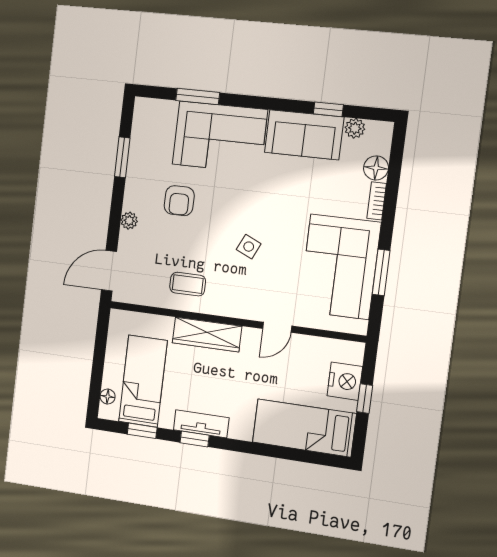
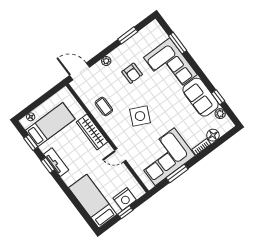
armchair: (179, 201) -> (132, 73), turned -90
side table: (249, 247) -> (140, 116), width x1.87, depth x1.87

